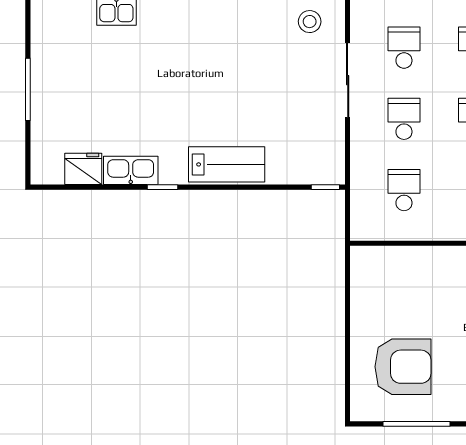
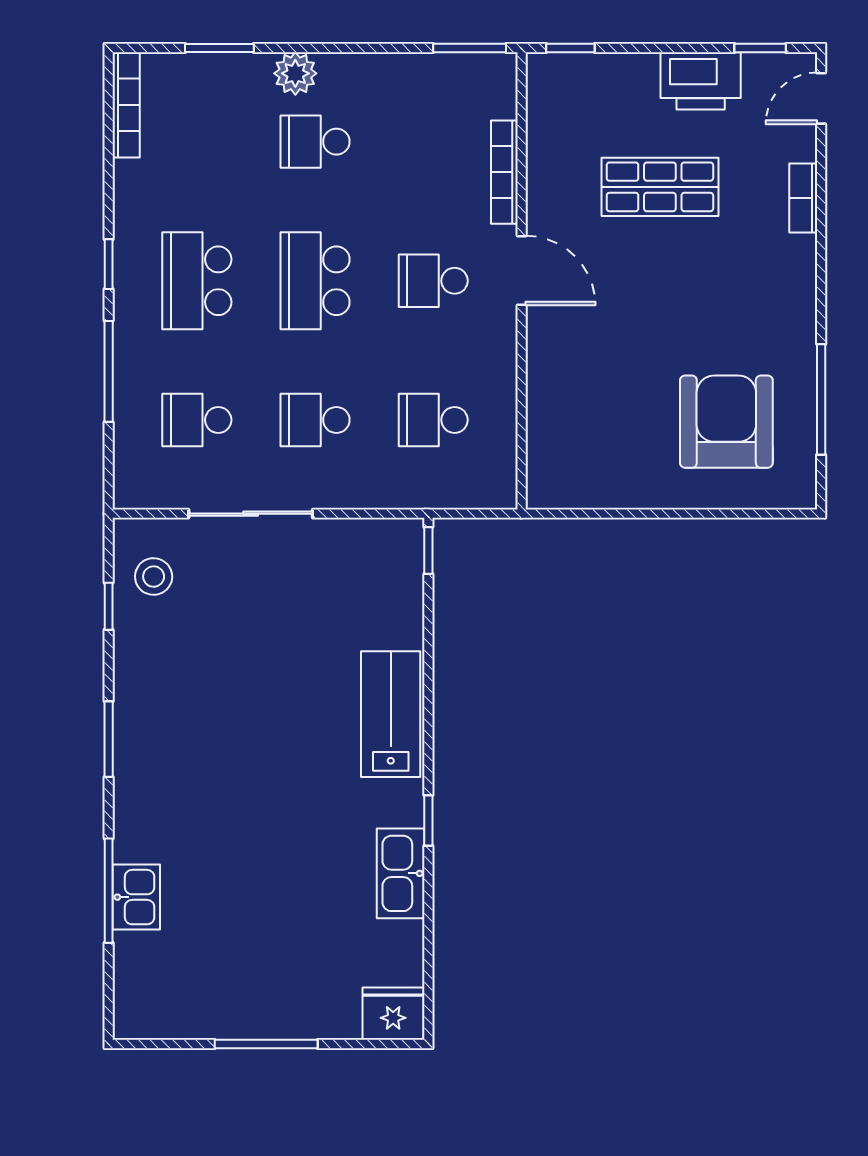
fridge: (83, 169) -> (393, 1014), moved, turned 90

